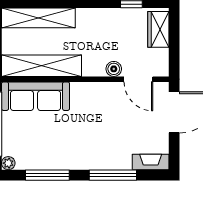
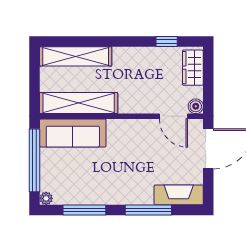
boiler: (114, 69) -> (196, 106), moved
fireplace: (151, 162) -> (179, 195), width x1.37, depth x1.32

